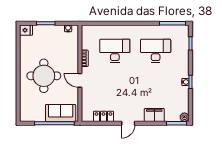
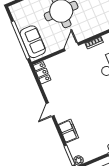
locker: (103, 116) -> (42, 73), moved
door: (128, 123) -> (50, 110), hinge flipped

